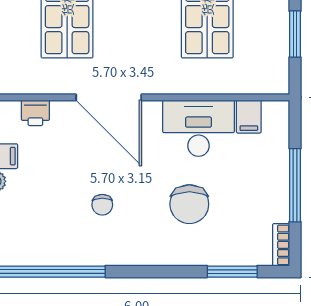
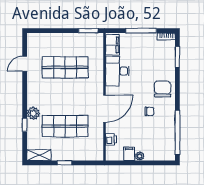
window: (295, 34) -> (88, 31), moved
filing cabinet: (249, 117) -> (112, 45), width x2.00
chair: (189, 204) -> (163, 89), moved, turned -90

